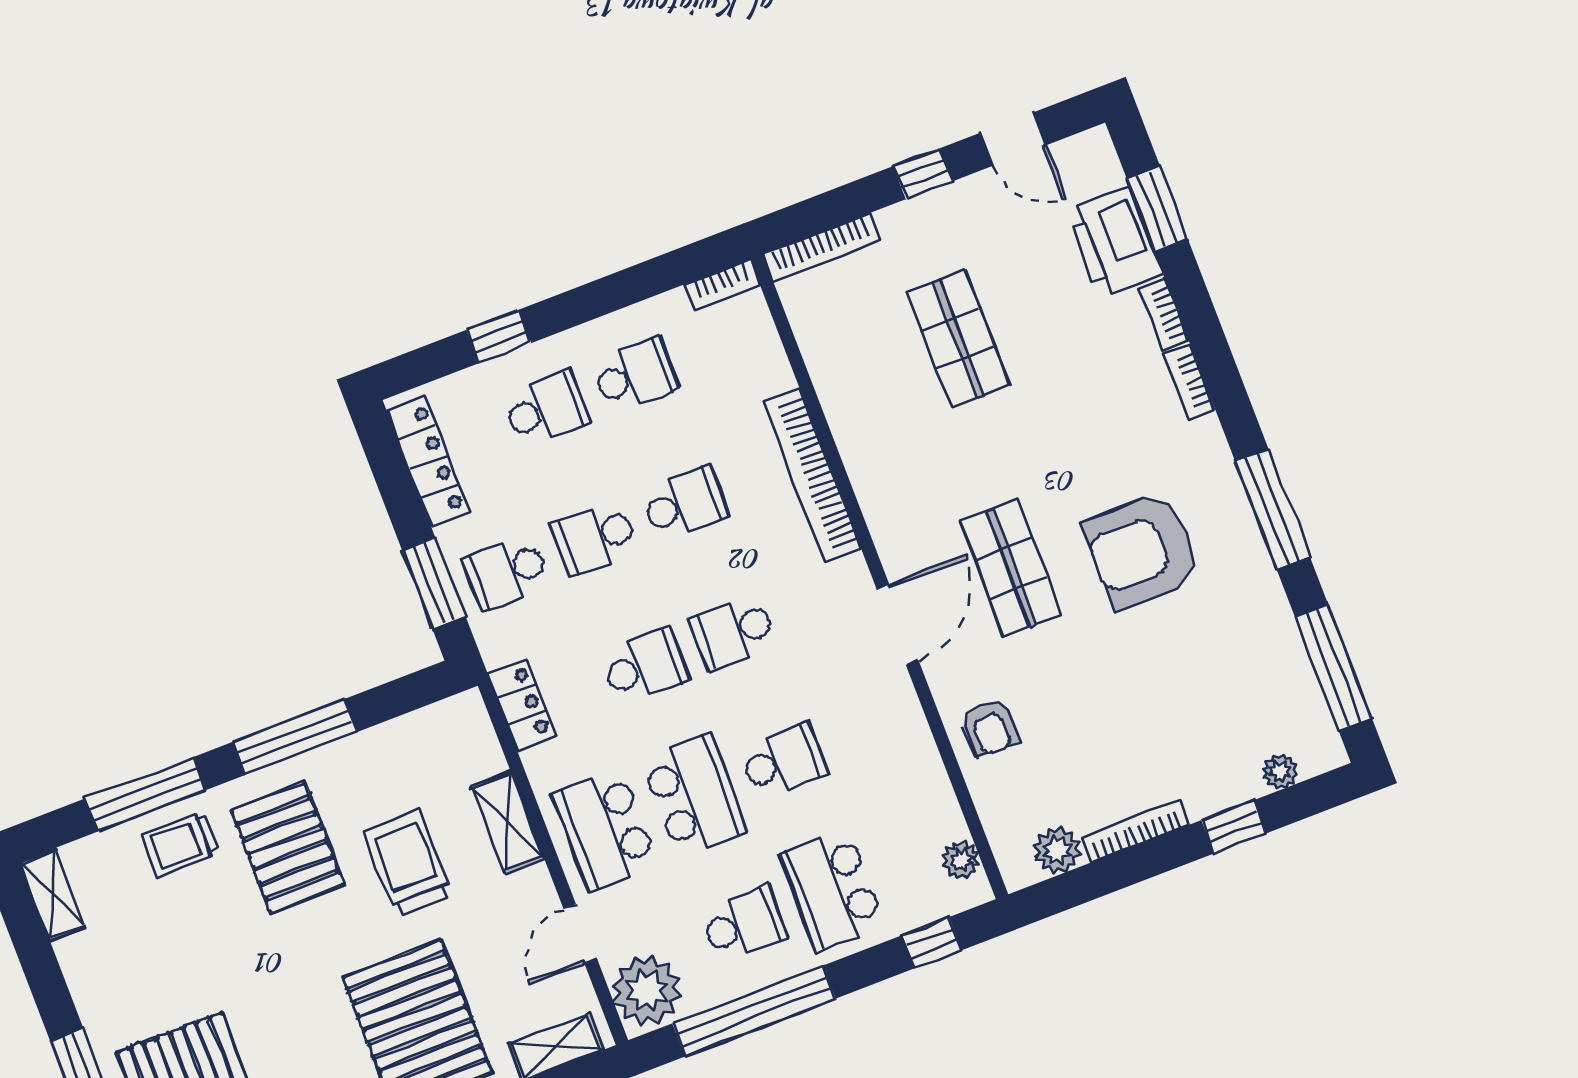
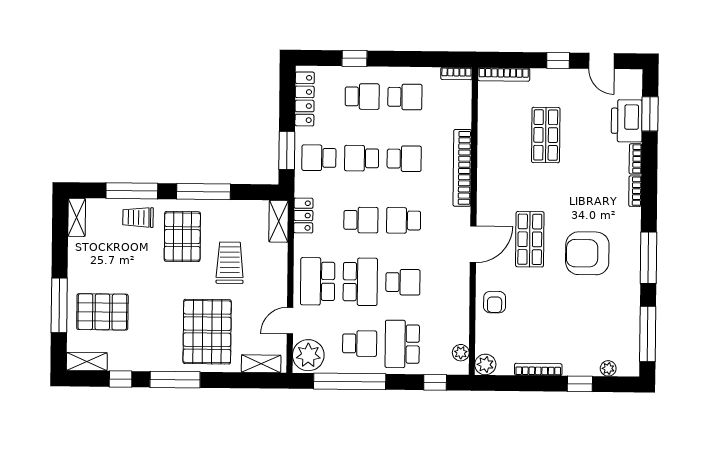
shelving: (508, 822) -> (279, 221), moved
plant: (1058, 850) -> (485, 364), moved

